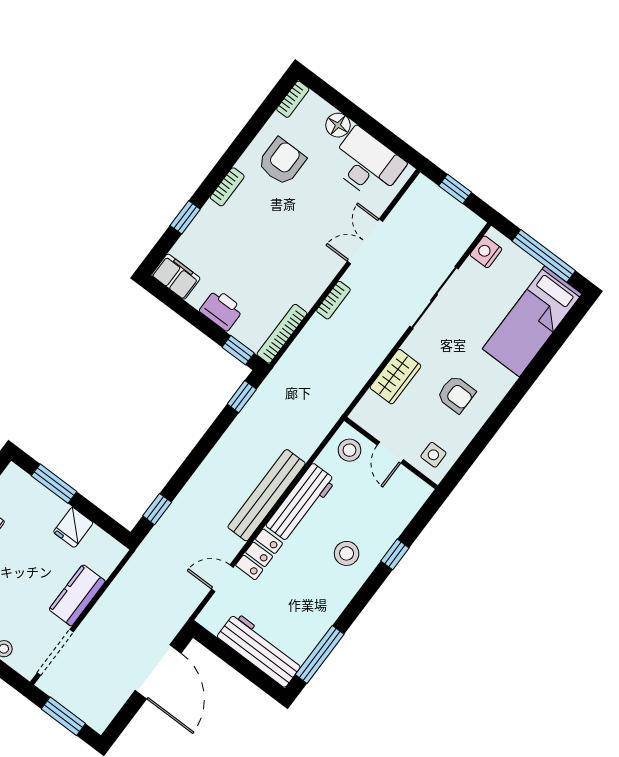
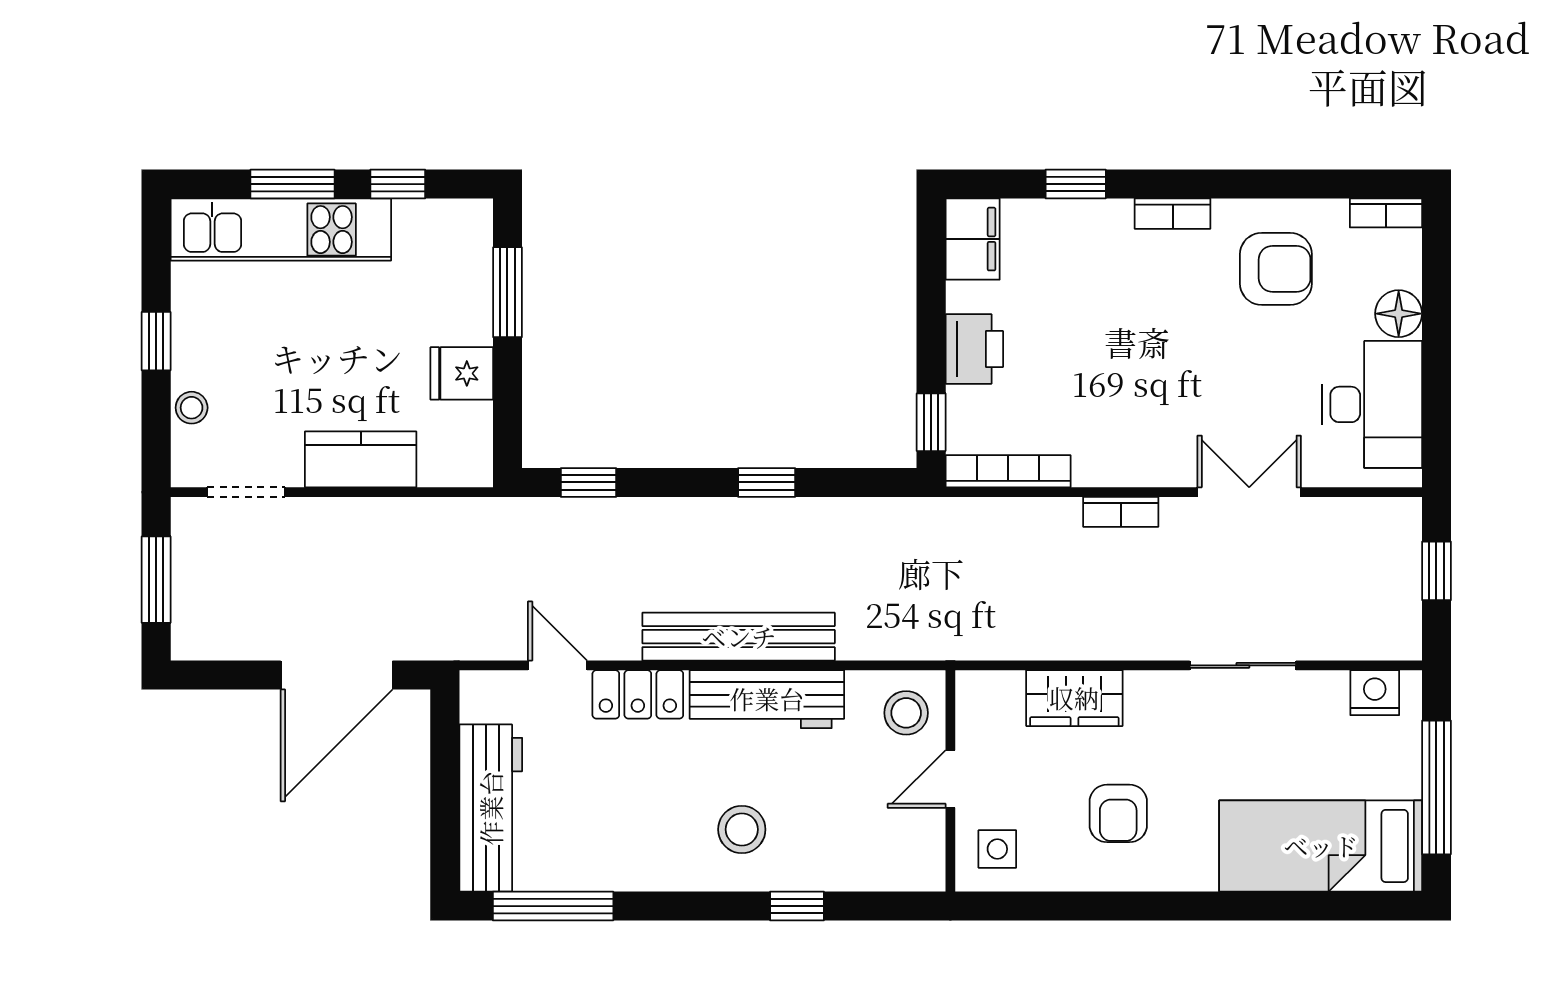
sliding door: (434, 297) -> (1243, 665), width x0.73
window: (242, 397) -> (767, 482), moved
doorway: (55, 652) -> (246, 492), width x0.73

